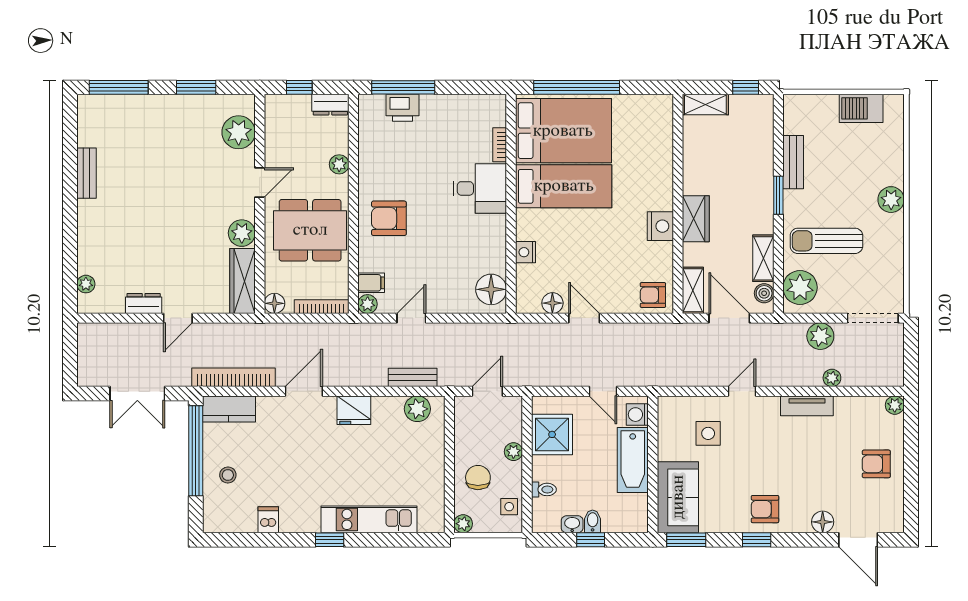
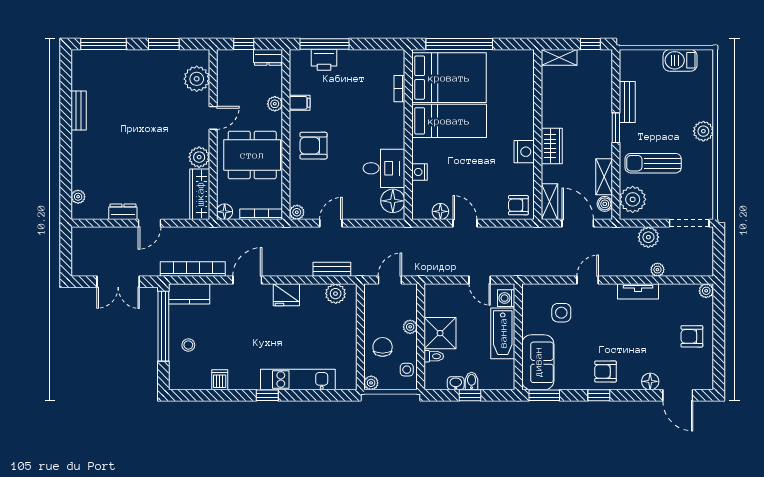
desk: (480, 188) -> (384, 168), moved
filing cabinet: (371, 283) -> (300, 103), moved
shower: (552, 434) -> (440, 333), moved

